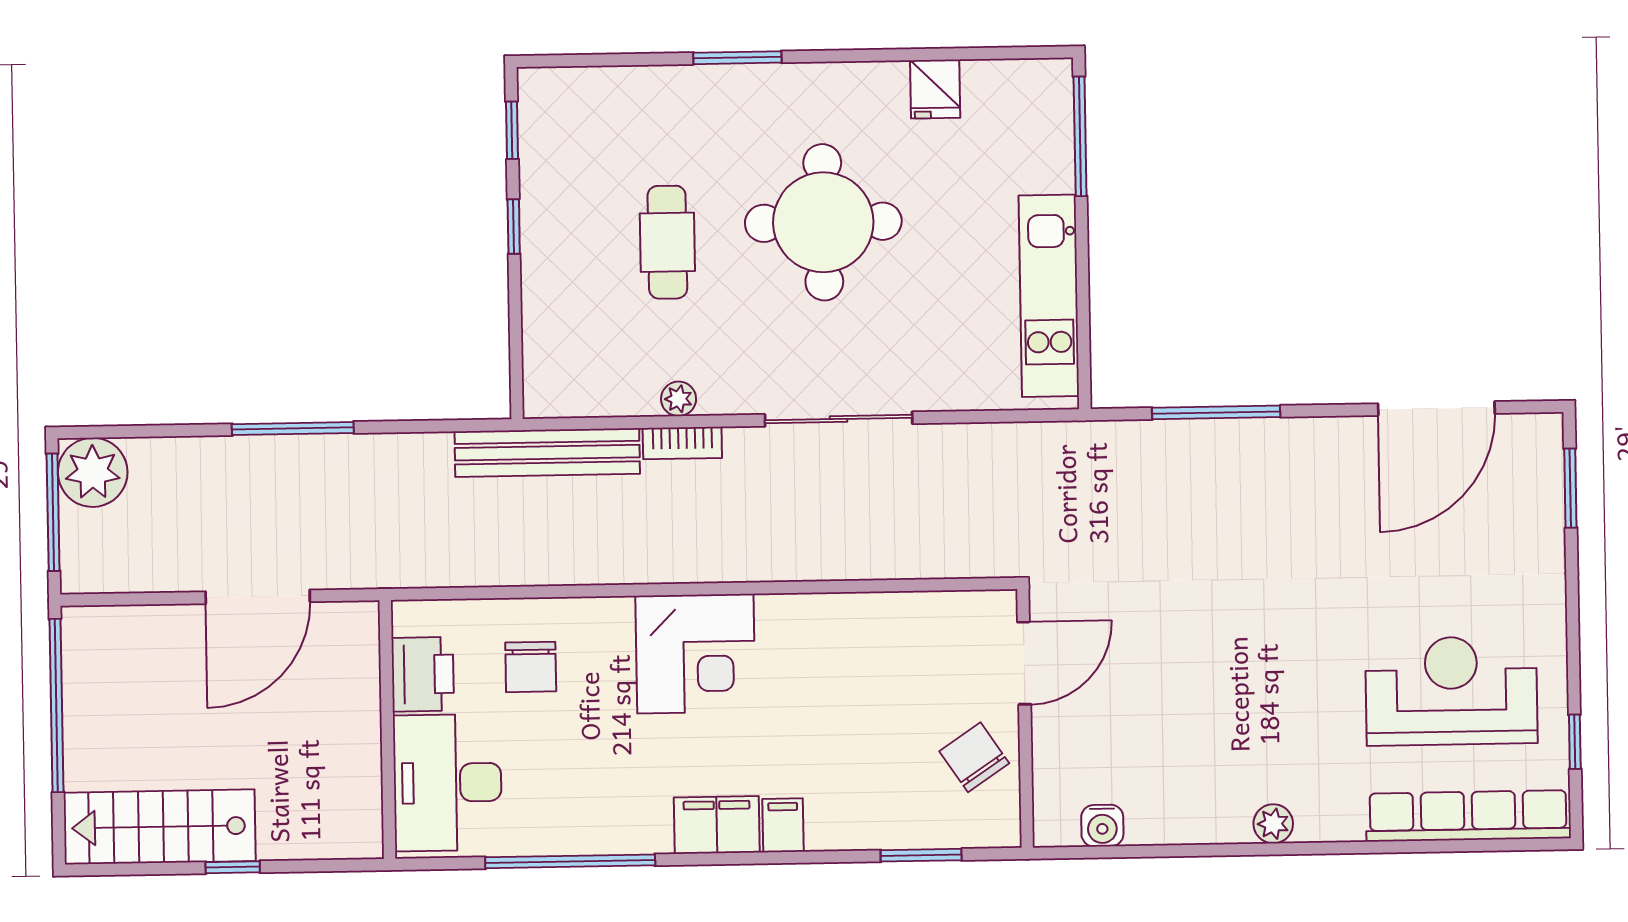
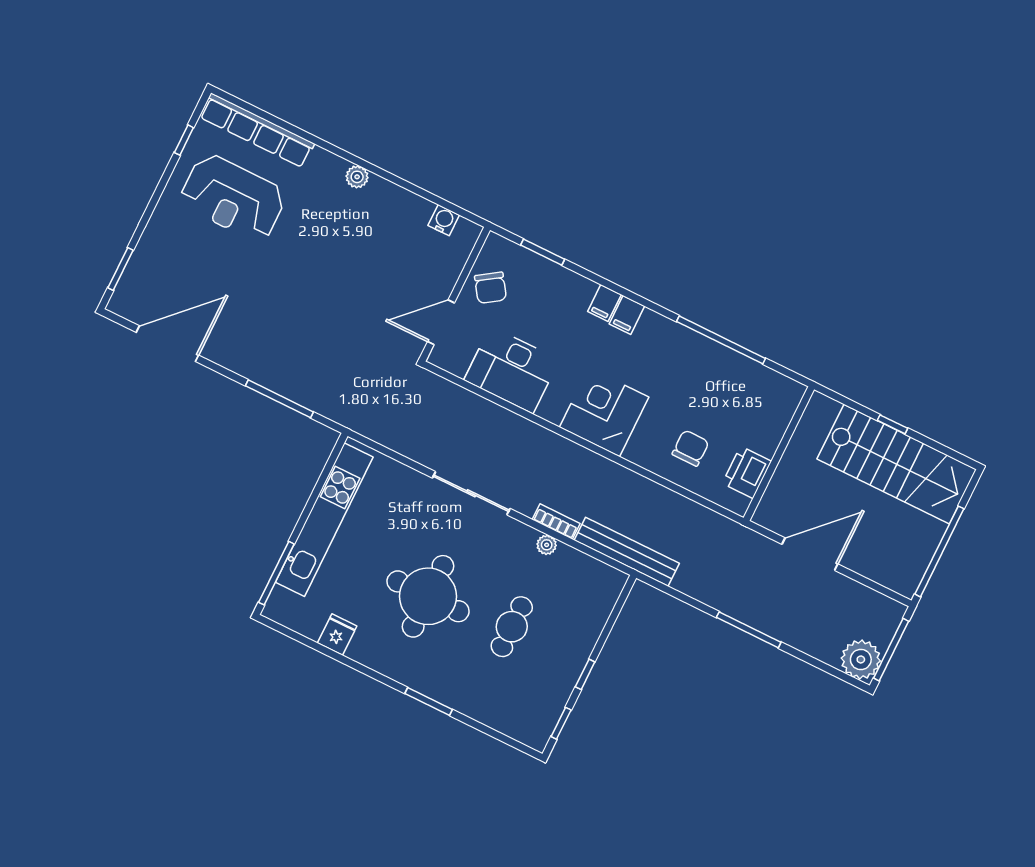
kitchen unit: (1049, 296) -> (324, 520), width x1.36
desk: (447, 783) -> (512, 370), moved, turned 90
filing cabinet: (717, 825) -> (627, 315), width x0.50
stairs: (160, 827) -> (897, 464), width x1.36, depth x1.51

